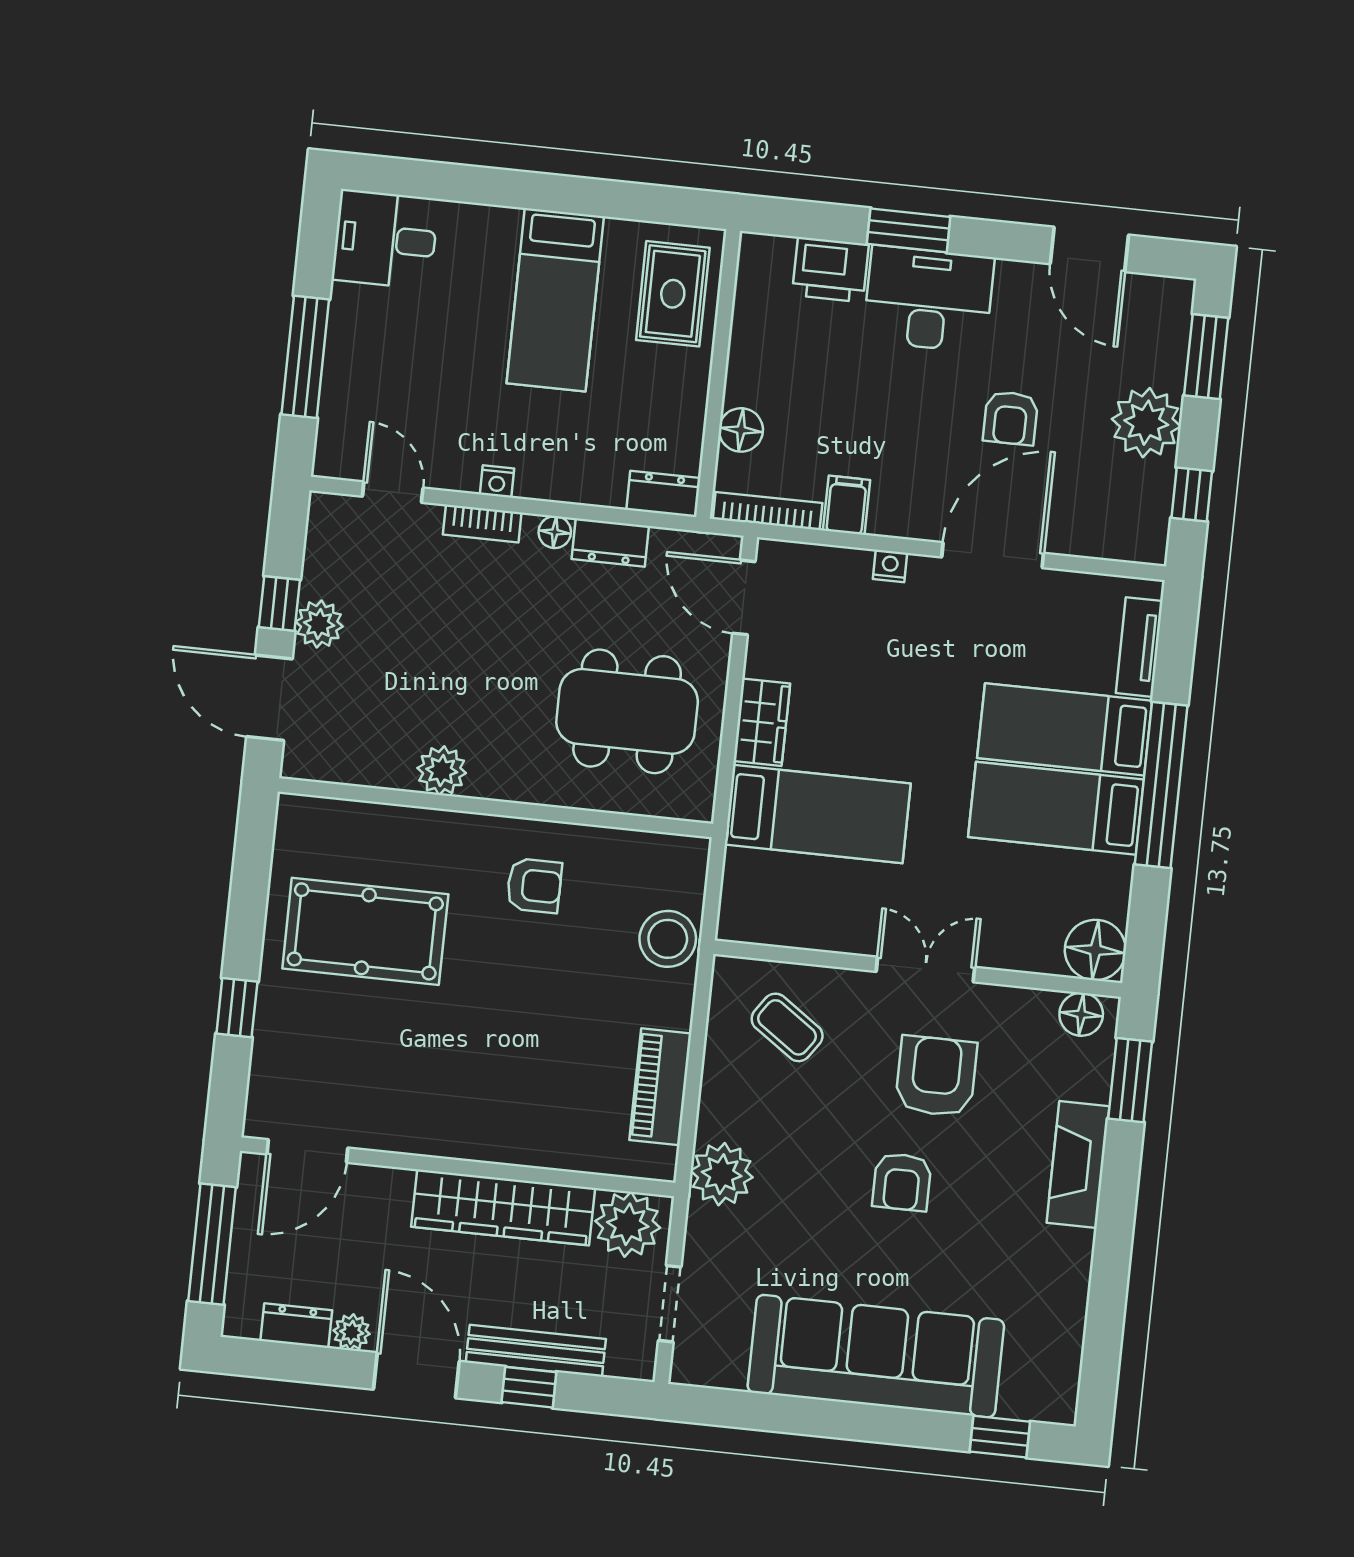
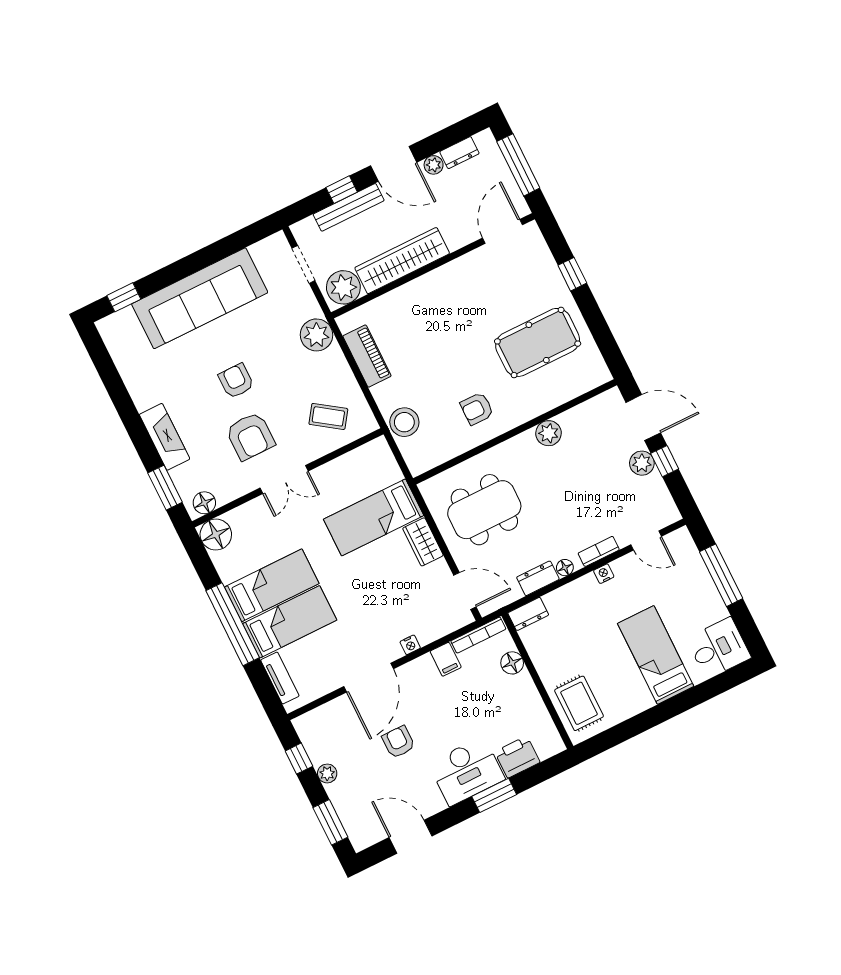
bed: (555, 300) -> (656, 655), moved
plant: (1146, 423) -> (327, 773), width x0.53, depth x0.53

